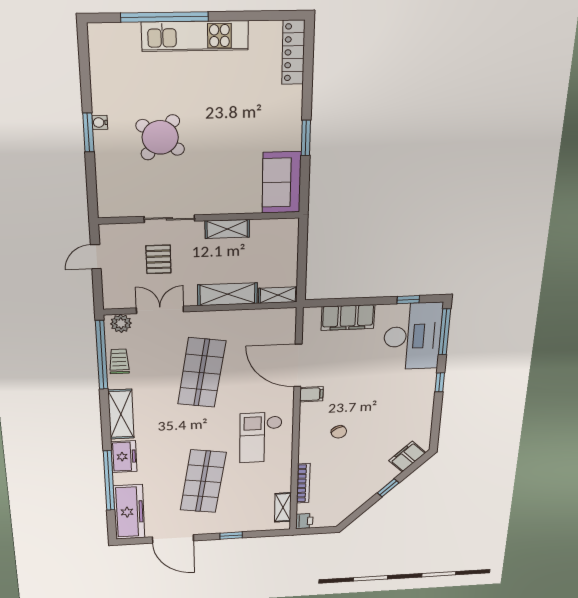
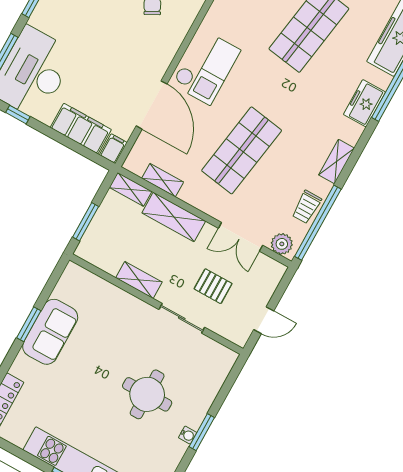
round table: (160, 137) -> (147, 394), turned -37
sofa: (282, 182) -> (50, 332), moved
window: (302, 250) -> (86, 222), added
pallet: (158, 259) -> (213, 286), turned 90
shelving: (255, 316) -> (163, 180), added
filing cabinet: (311, 394) -> (113, 149), moved, turned 90
shelving: (121, 414) -> (337, 162), width x0.67, depth x0.75
checkout: (261, 437) -> (206, 67), moved

